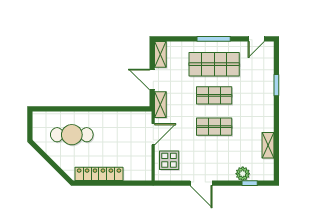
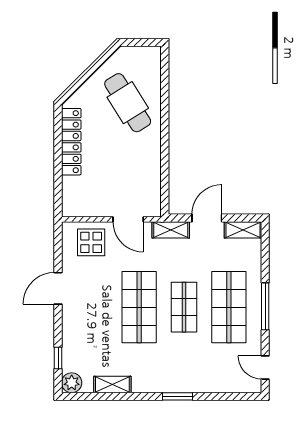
window: (276, 85) -> (177, 396), moved
shop shelf: (214, 127) -> (139, 307), width x1.43, depth x1.36
cafe table: (72, 135) -> (128, 103), turned -32
plant: (243, 174) -> (72, 383), moved

